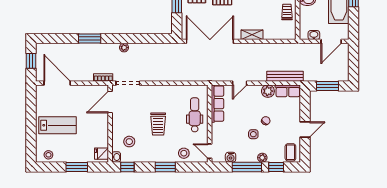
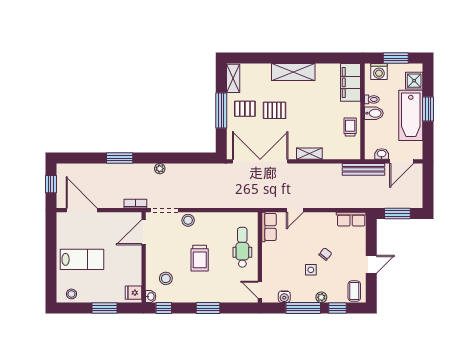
bench: (285, 76) -> (364, 169), moved
plant: (268, 91) -> (328, 220), removed
row of seats: (217, 104) -> (269, 227), width x0.68
stool: (184, 153) -> (188, 220), moved

